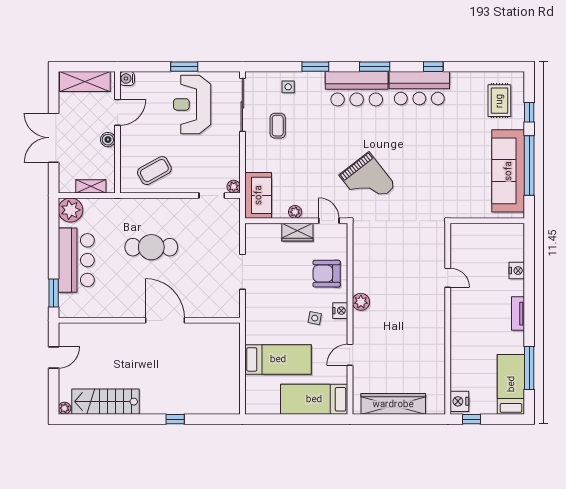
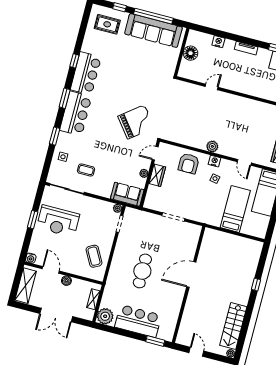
floor lamp: (489, 234) -> (191, 53), added

